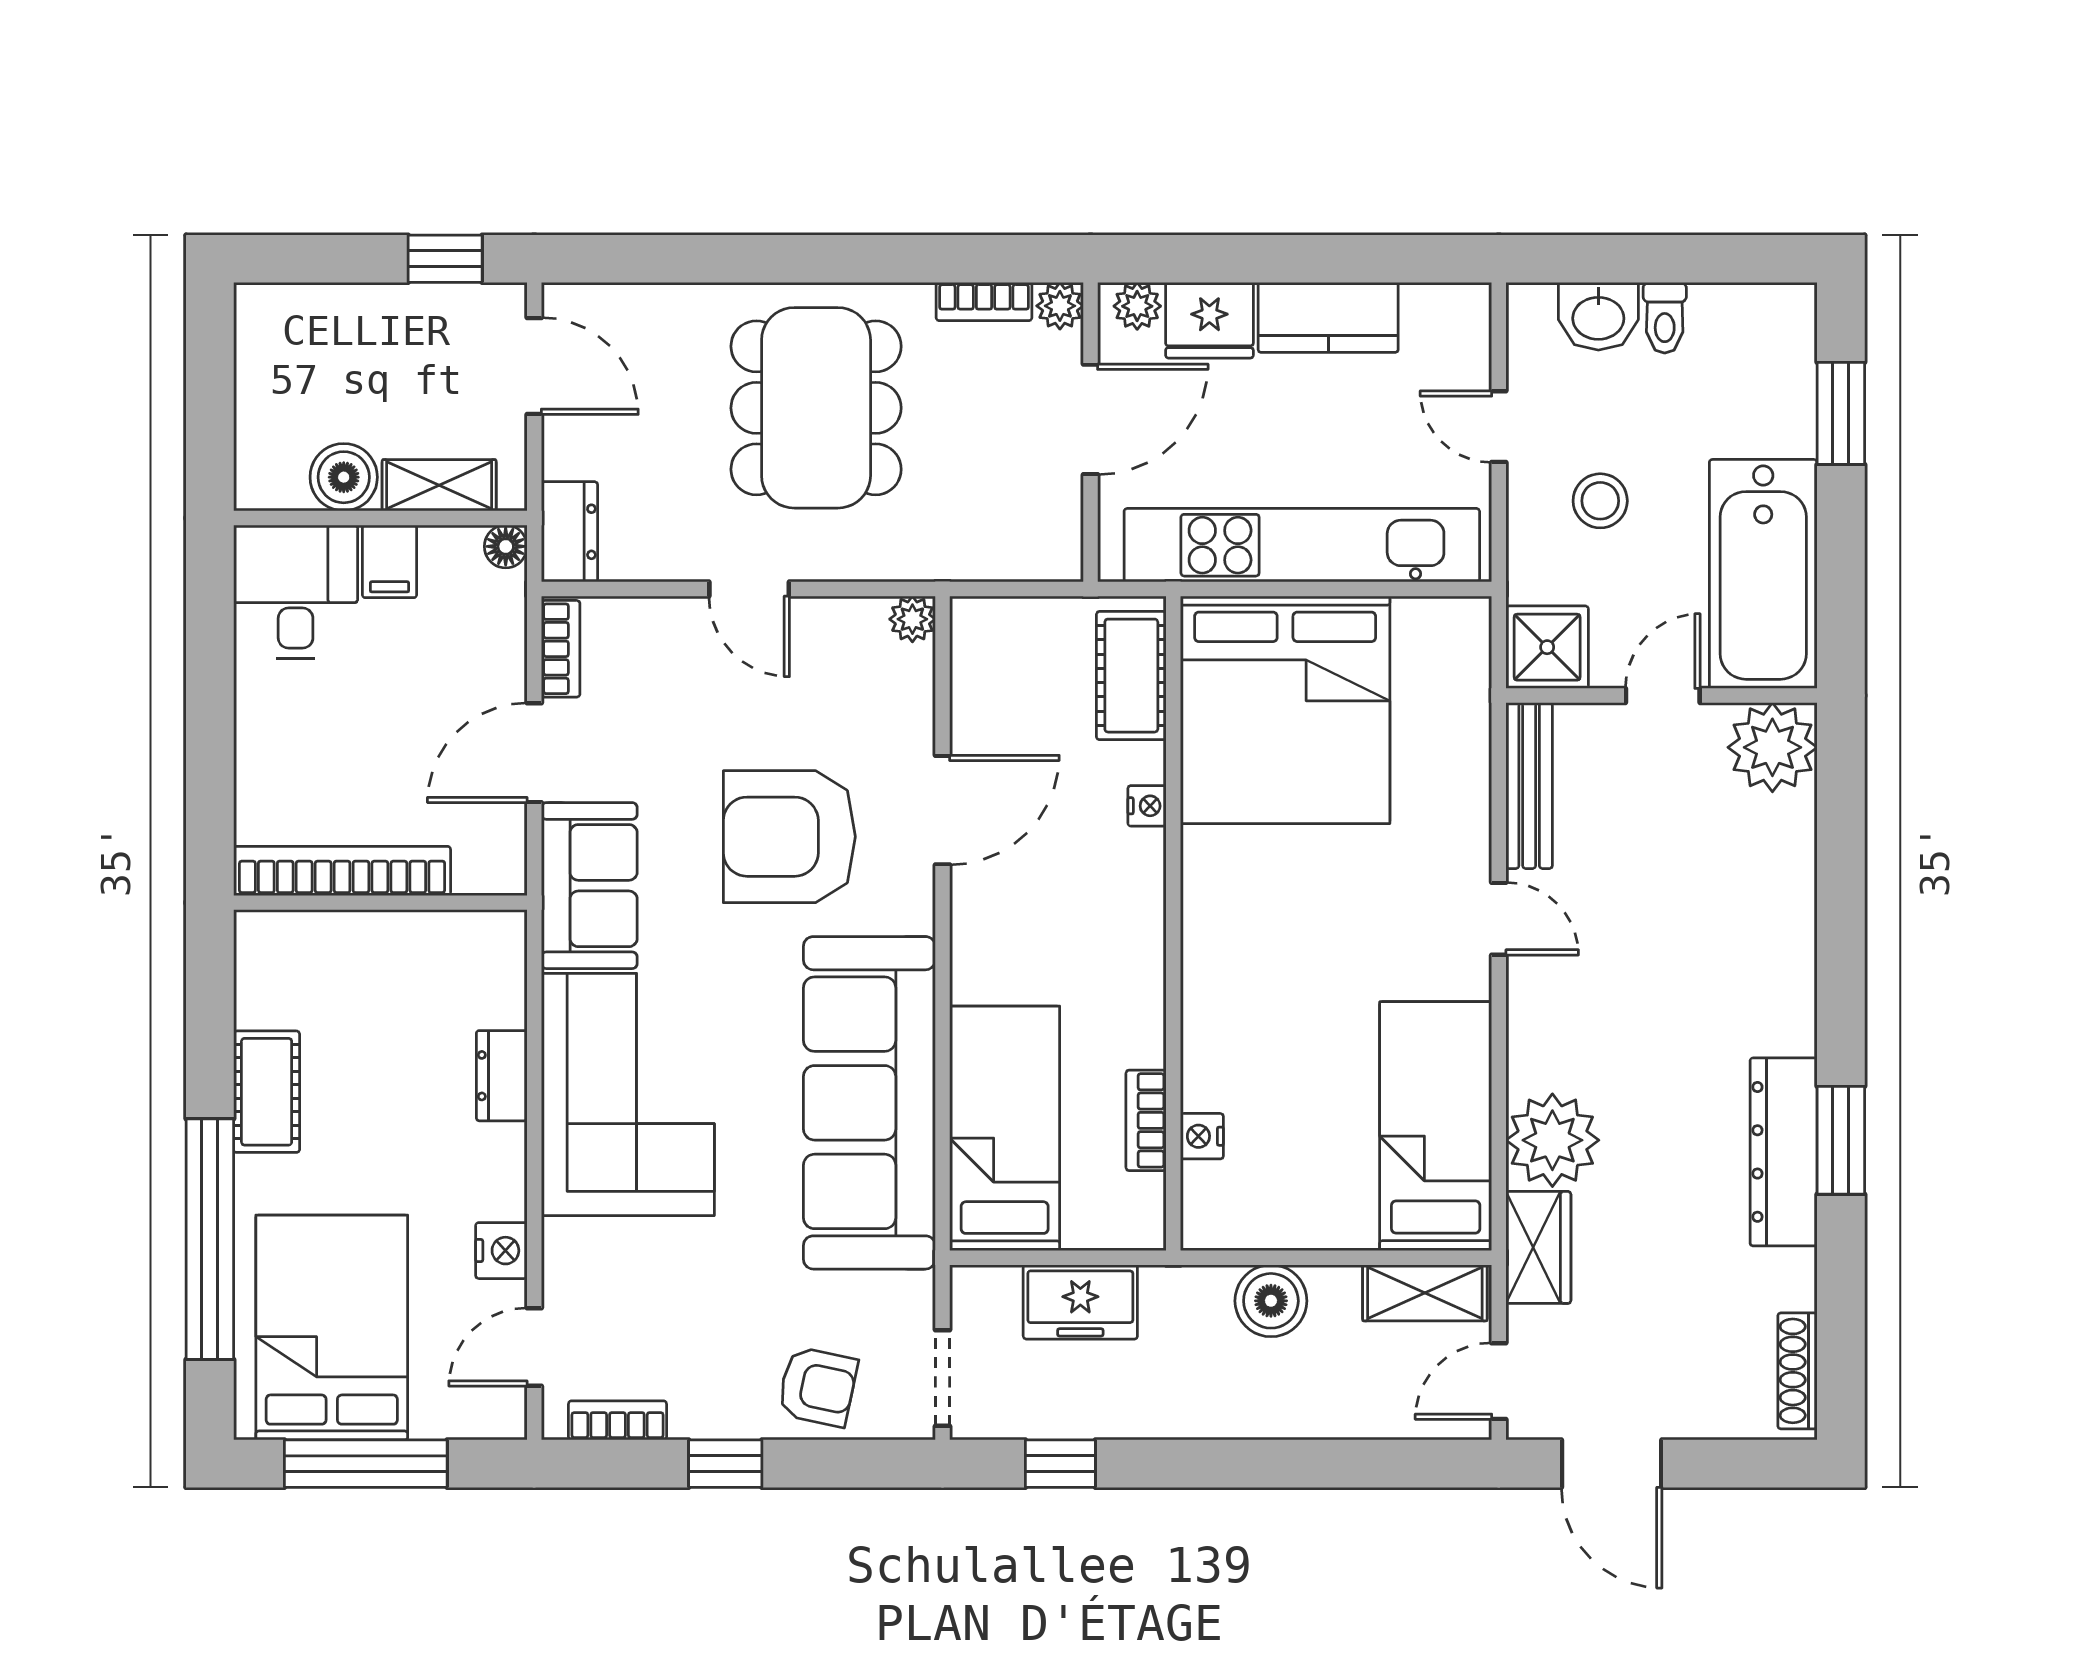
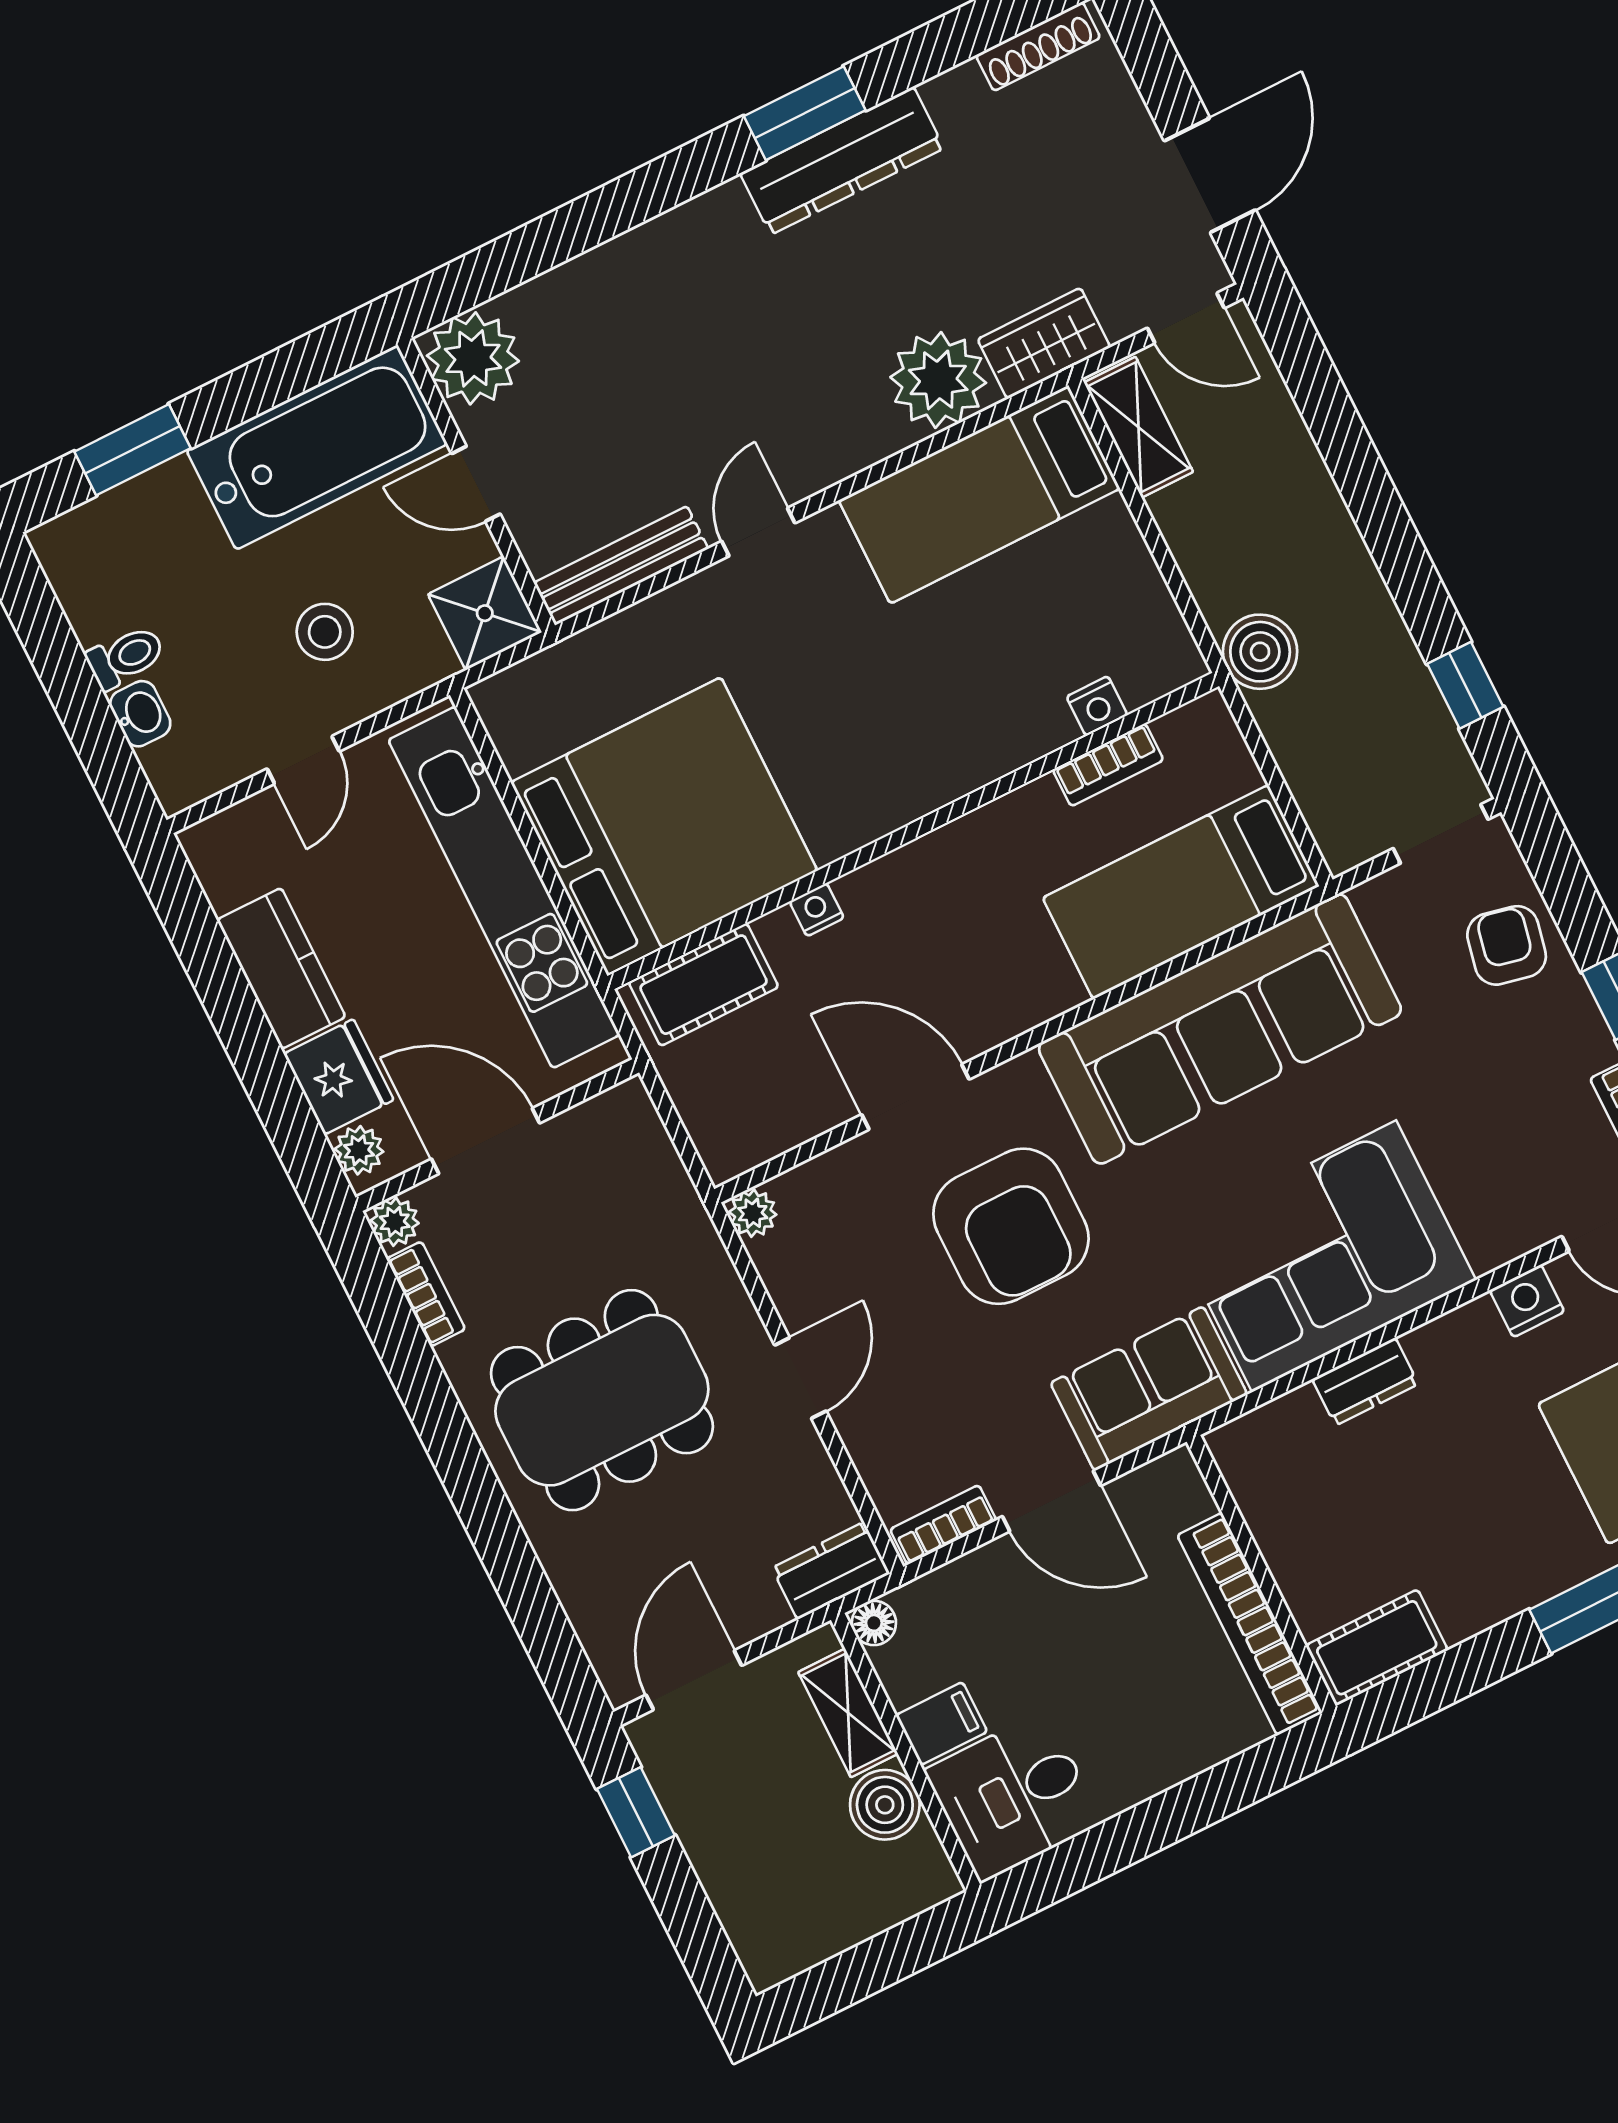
washbasin: (1598, 316) -> (140, 714), width x0.72, depth x0.69
cot: (267, 1092) -> (1377, 1648), moved
boiler: (1271, 1301) -> (1260, 652), moved
freezer: (1080, 1302) -> (1306, 742), removed

